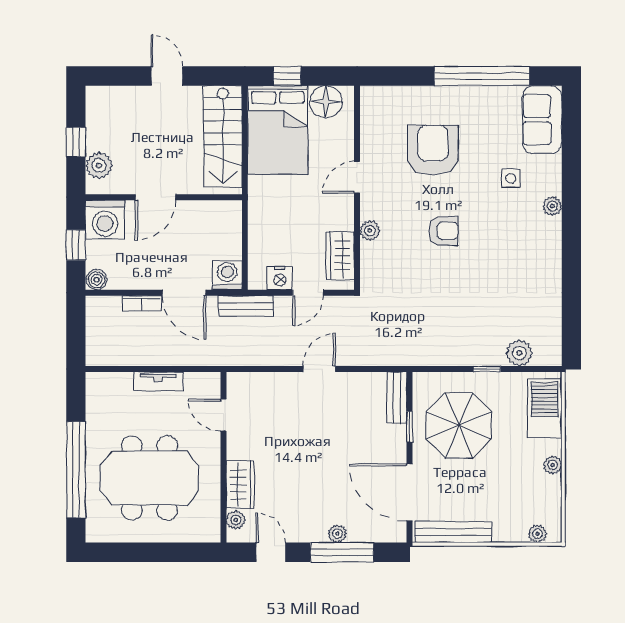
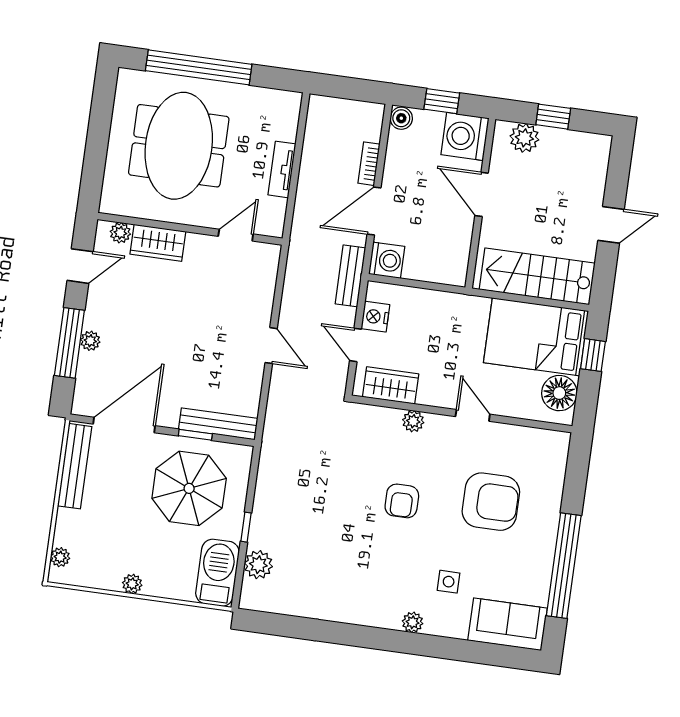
bench: (397, 398) -> (218, 424), width x1.36
barbecue: (544, 408) -> (217, 573), moved, turned -90

